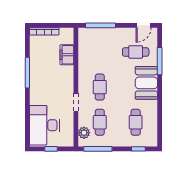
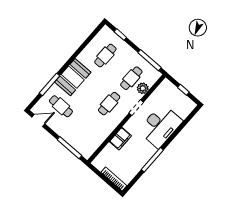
filing cabinet: (67, 55) -> (120, 139), moved
desk: (44, 125) -> (160, 126), moved
plant: (84, 133) -> (143, 88), moved

